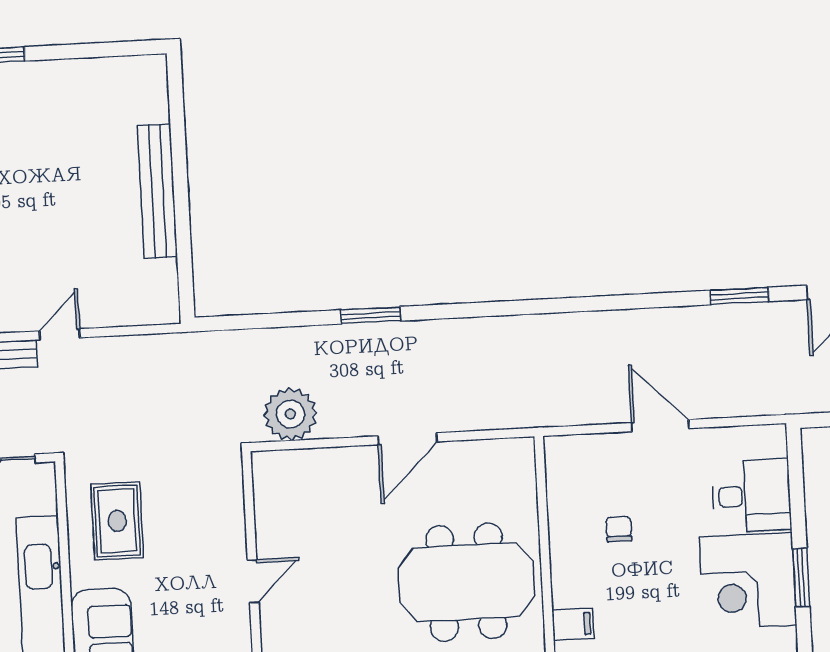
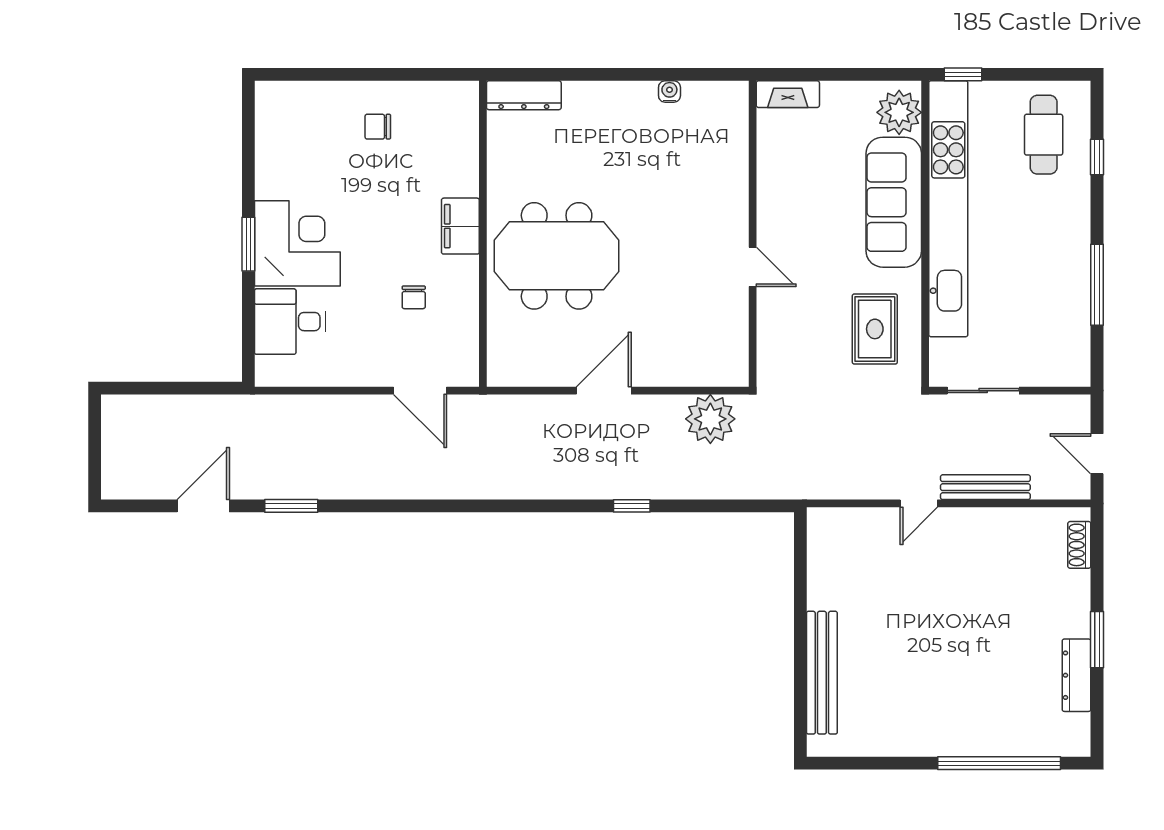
bench: (157, 191) -> (822, 673), moved
window: (371, 315) -> (632, 506), width x0.67
door: (660, 426) -> (420, 391), moved
door: (253, 581) -> (753, 267), swing flipped
filing cabinet: (573, 624) -> (460, 226), width x2.00

